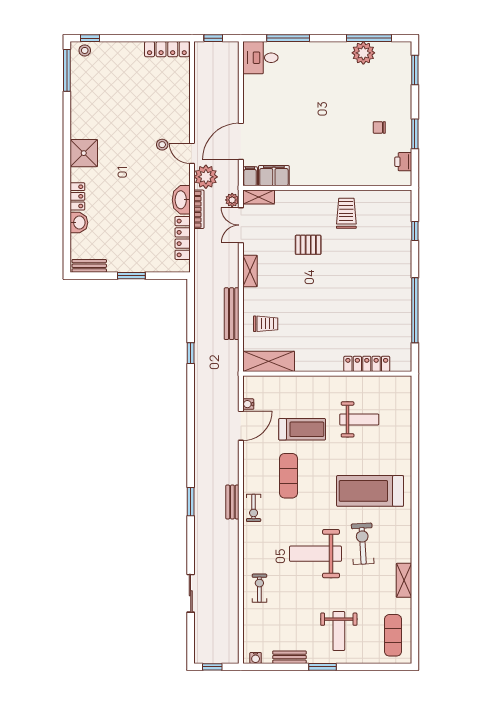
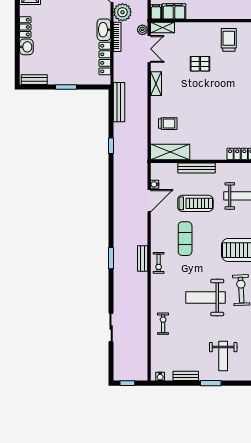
double door: (241, 225) -> (149, 49), swing flipped
bench: (232, 314) -> (119, 102), moved
bench: (304, 383) -> (196, 168), added

